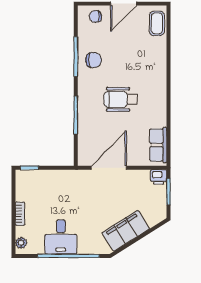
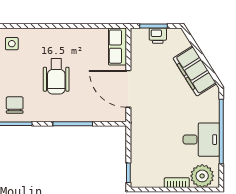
side table: (152, 57) -> (12, 44), added
row of seats: (158, 145) -> (117, 47), moved, turned 90
printer: (159, 177) -> (158, 36), moved, turned 90
plant: (21, 243) -> (202, 176), width x1.88, depth x1.88

